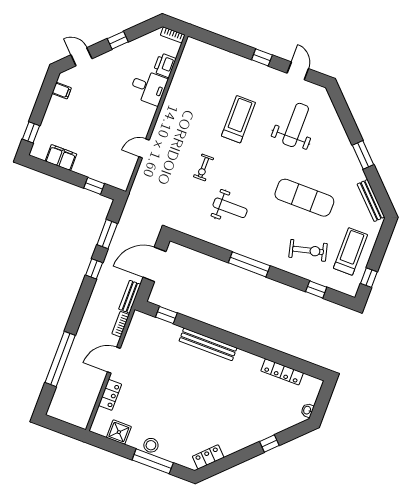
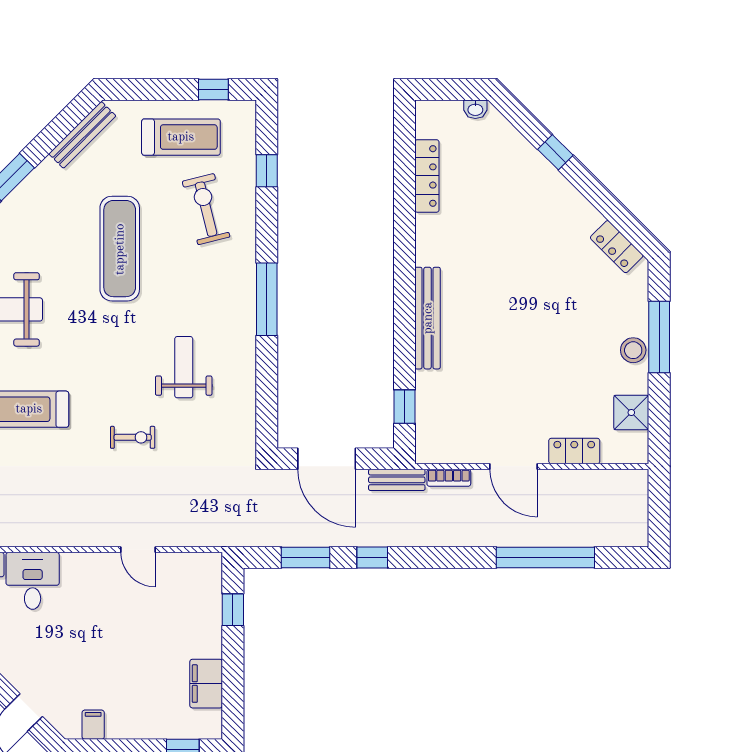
treadmill: (350, 251) -> (181, 137), turned 180

